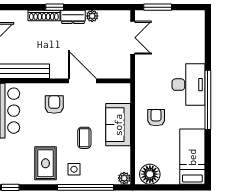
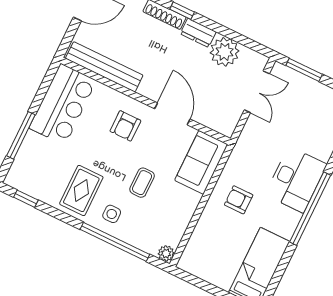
plant: (92, 16) -> (225, 52), width x1.87, depth x1.87
armchair: (54, 105) -> (125, 126), turned 180
armchair: (156, 118) -> (239, 200), turned -90
sofa: (118, 125) -> (201, 162), moved
floor lamp: (150, 174) -> (199, 263), removed

